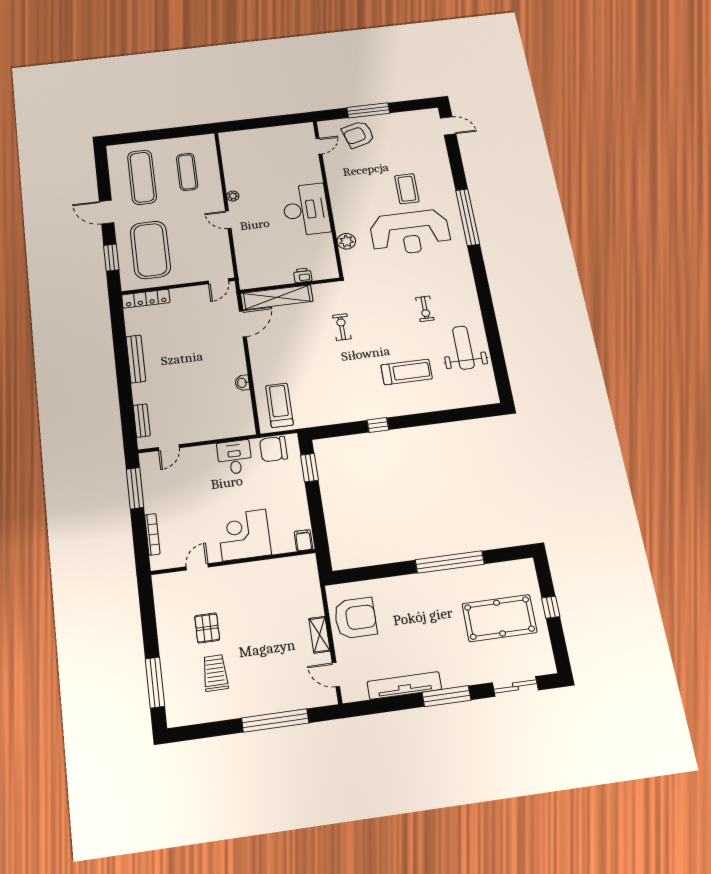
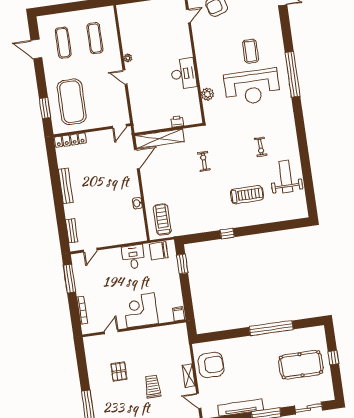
exercise mat: (142, 177) -> (63, 43), width x0.73, depth x0.69
desk: (306, 210) -> (184, 74), width x0.73, depth x0.77
door: (107, 212) -> (36, 49), moved
trolley: (215, 673) -> (153, 387), moved

